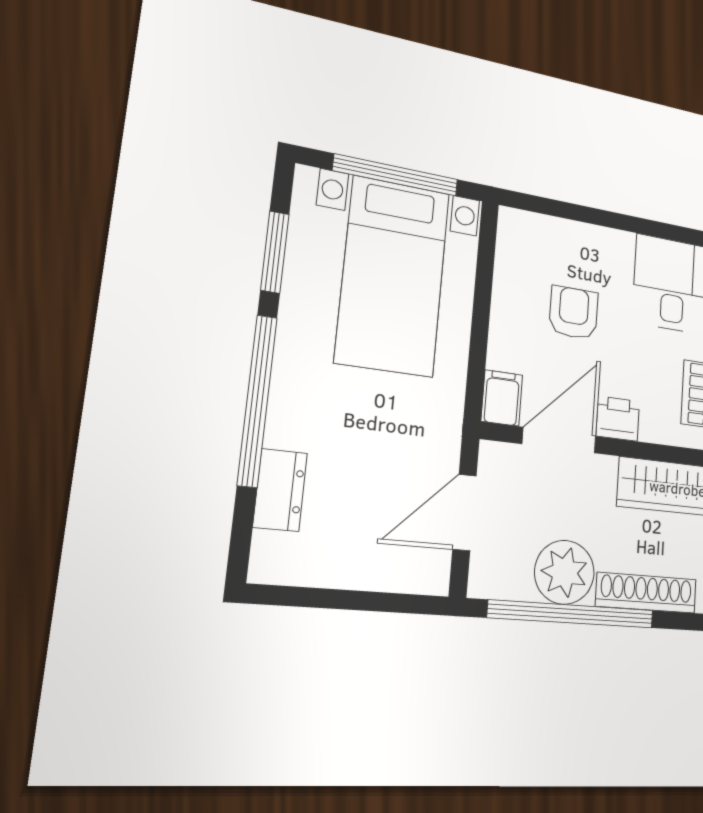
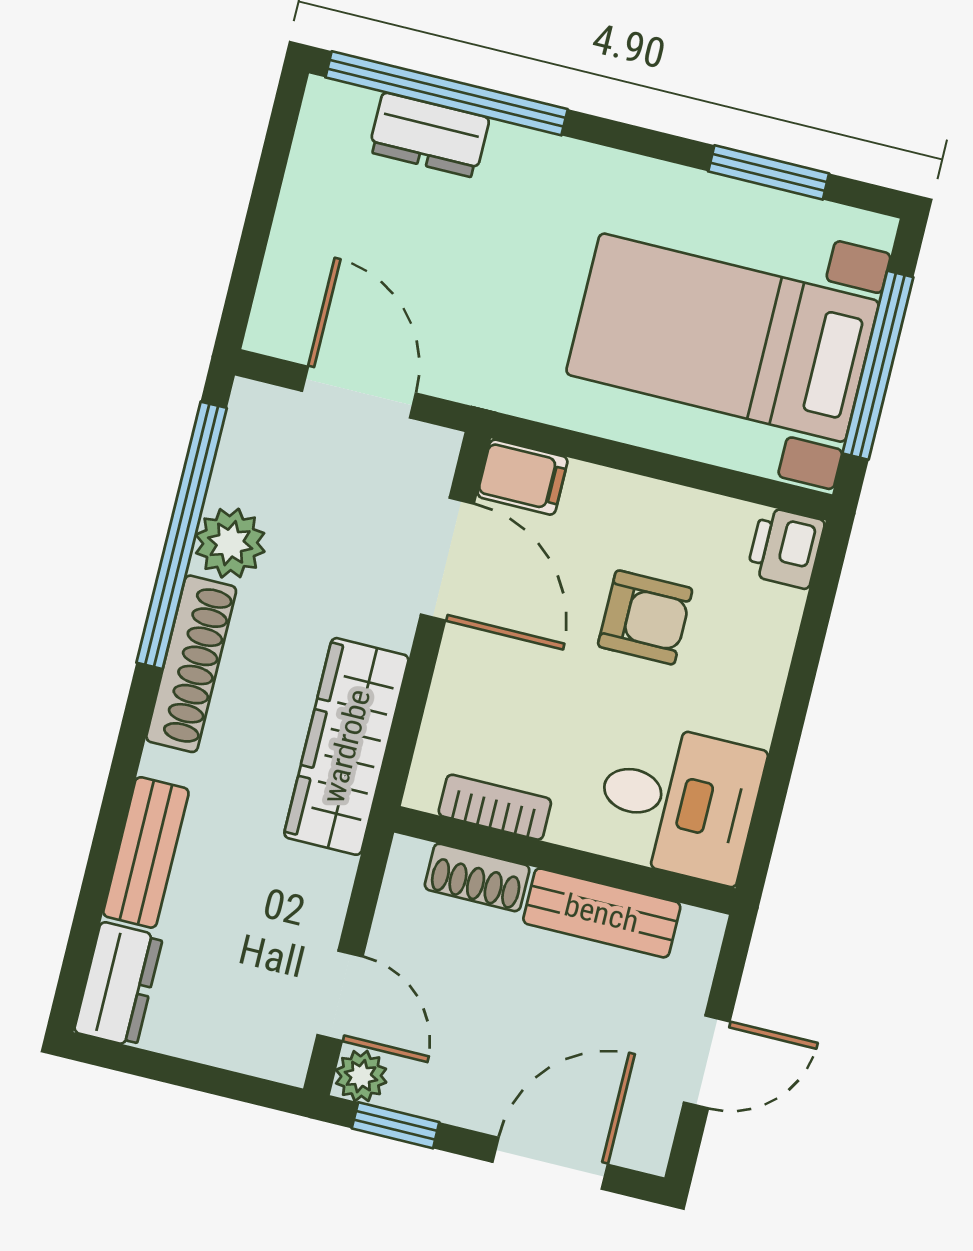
window: (257, 401) -> (447, 93), moved
printer: (618, 419) -> (786, 548), moved, turned 180
plant: (564, 572) -> (230, 543), width x0.73, depth x0.73

